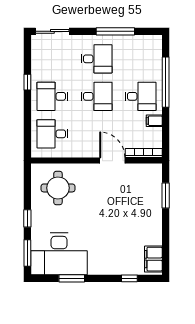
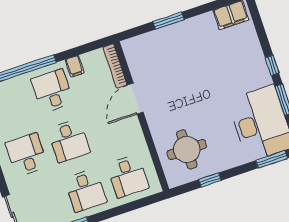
desk: (97, 96) -> (69, 141), turned 180
window: (166, 196) -> (169, 21), moved
window: (27, 218) -> (210, 180), moved
window: (129, 278) -> (272, 65), moved

